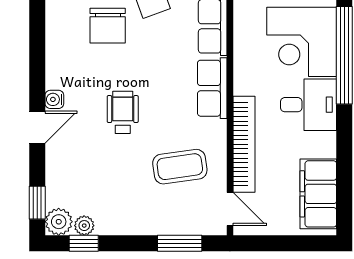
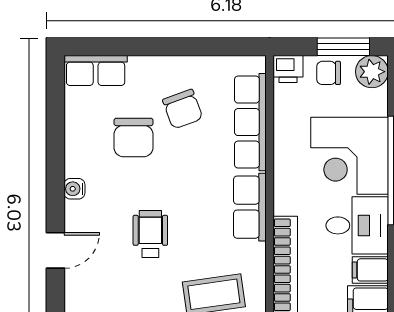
water cooler: (54, 99) -> (74, 189), moved
filing cabinet: (320, 145) -> (370, 270), added

